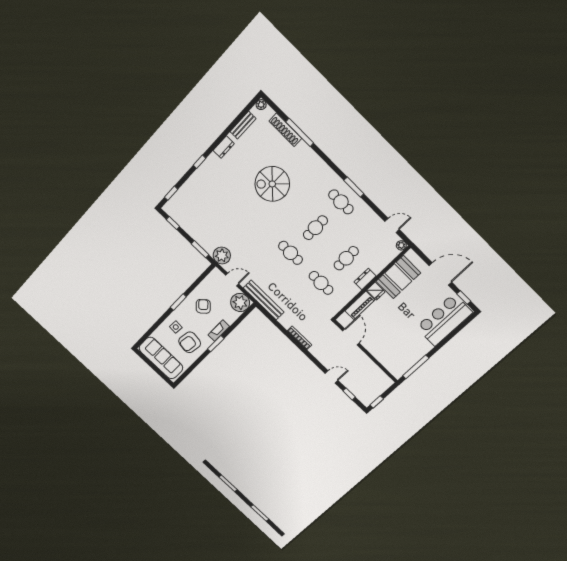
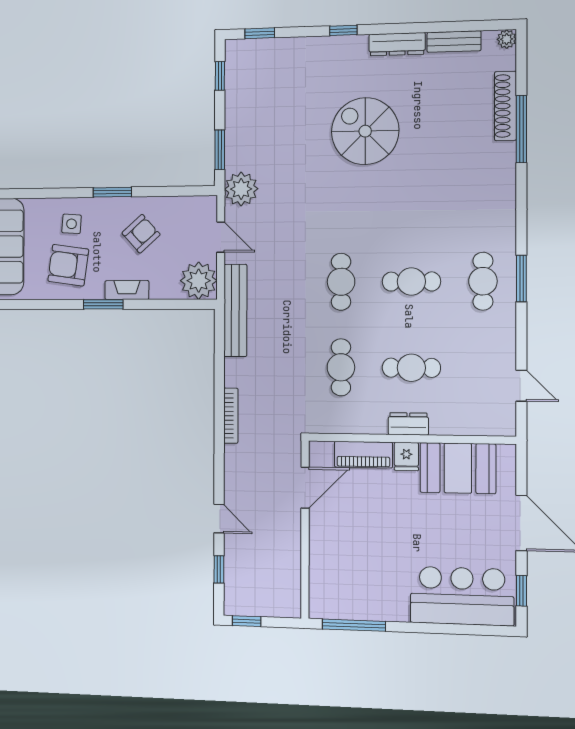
dresser: (224, 147) -> (397, 44), width x1.44
spiral stairs: (272, 184) -> (365, 131), moved
plant: (401, 245) -> (507, 427), removed

